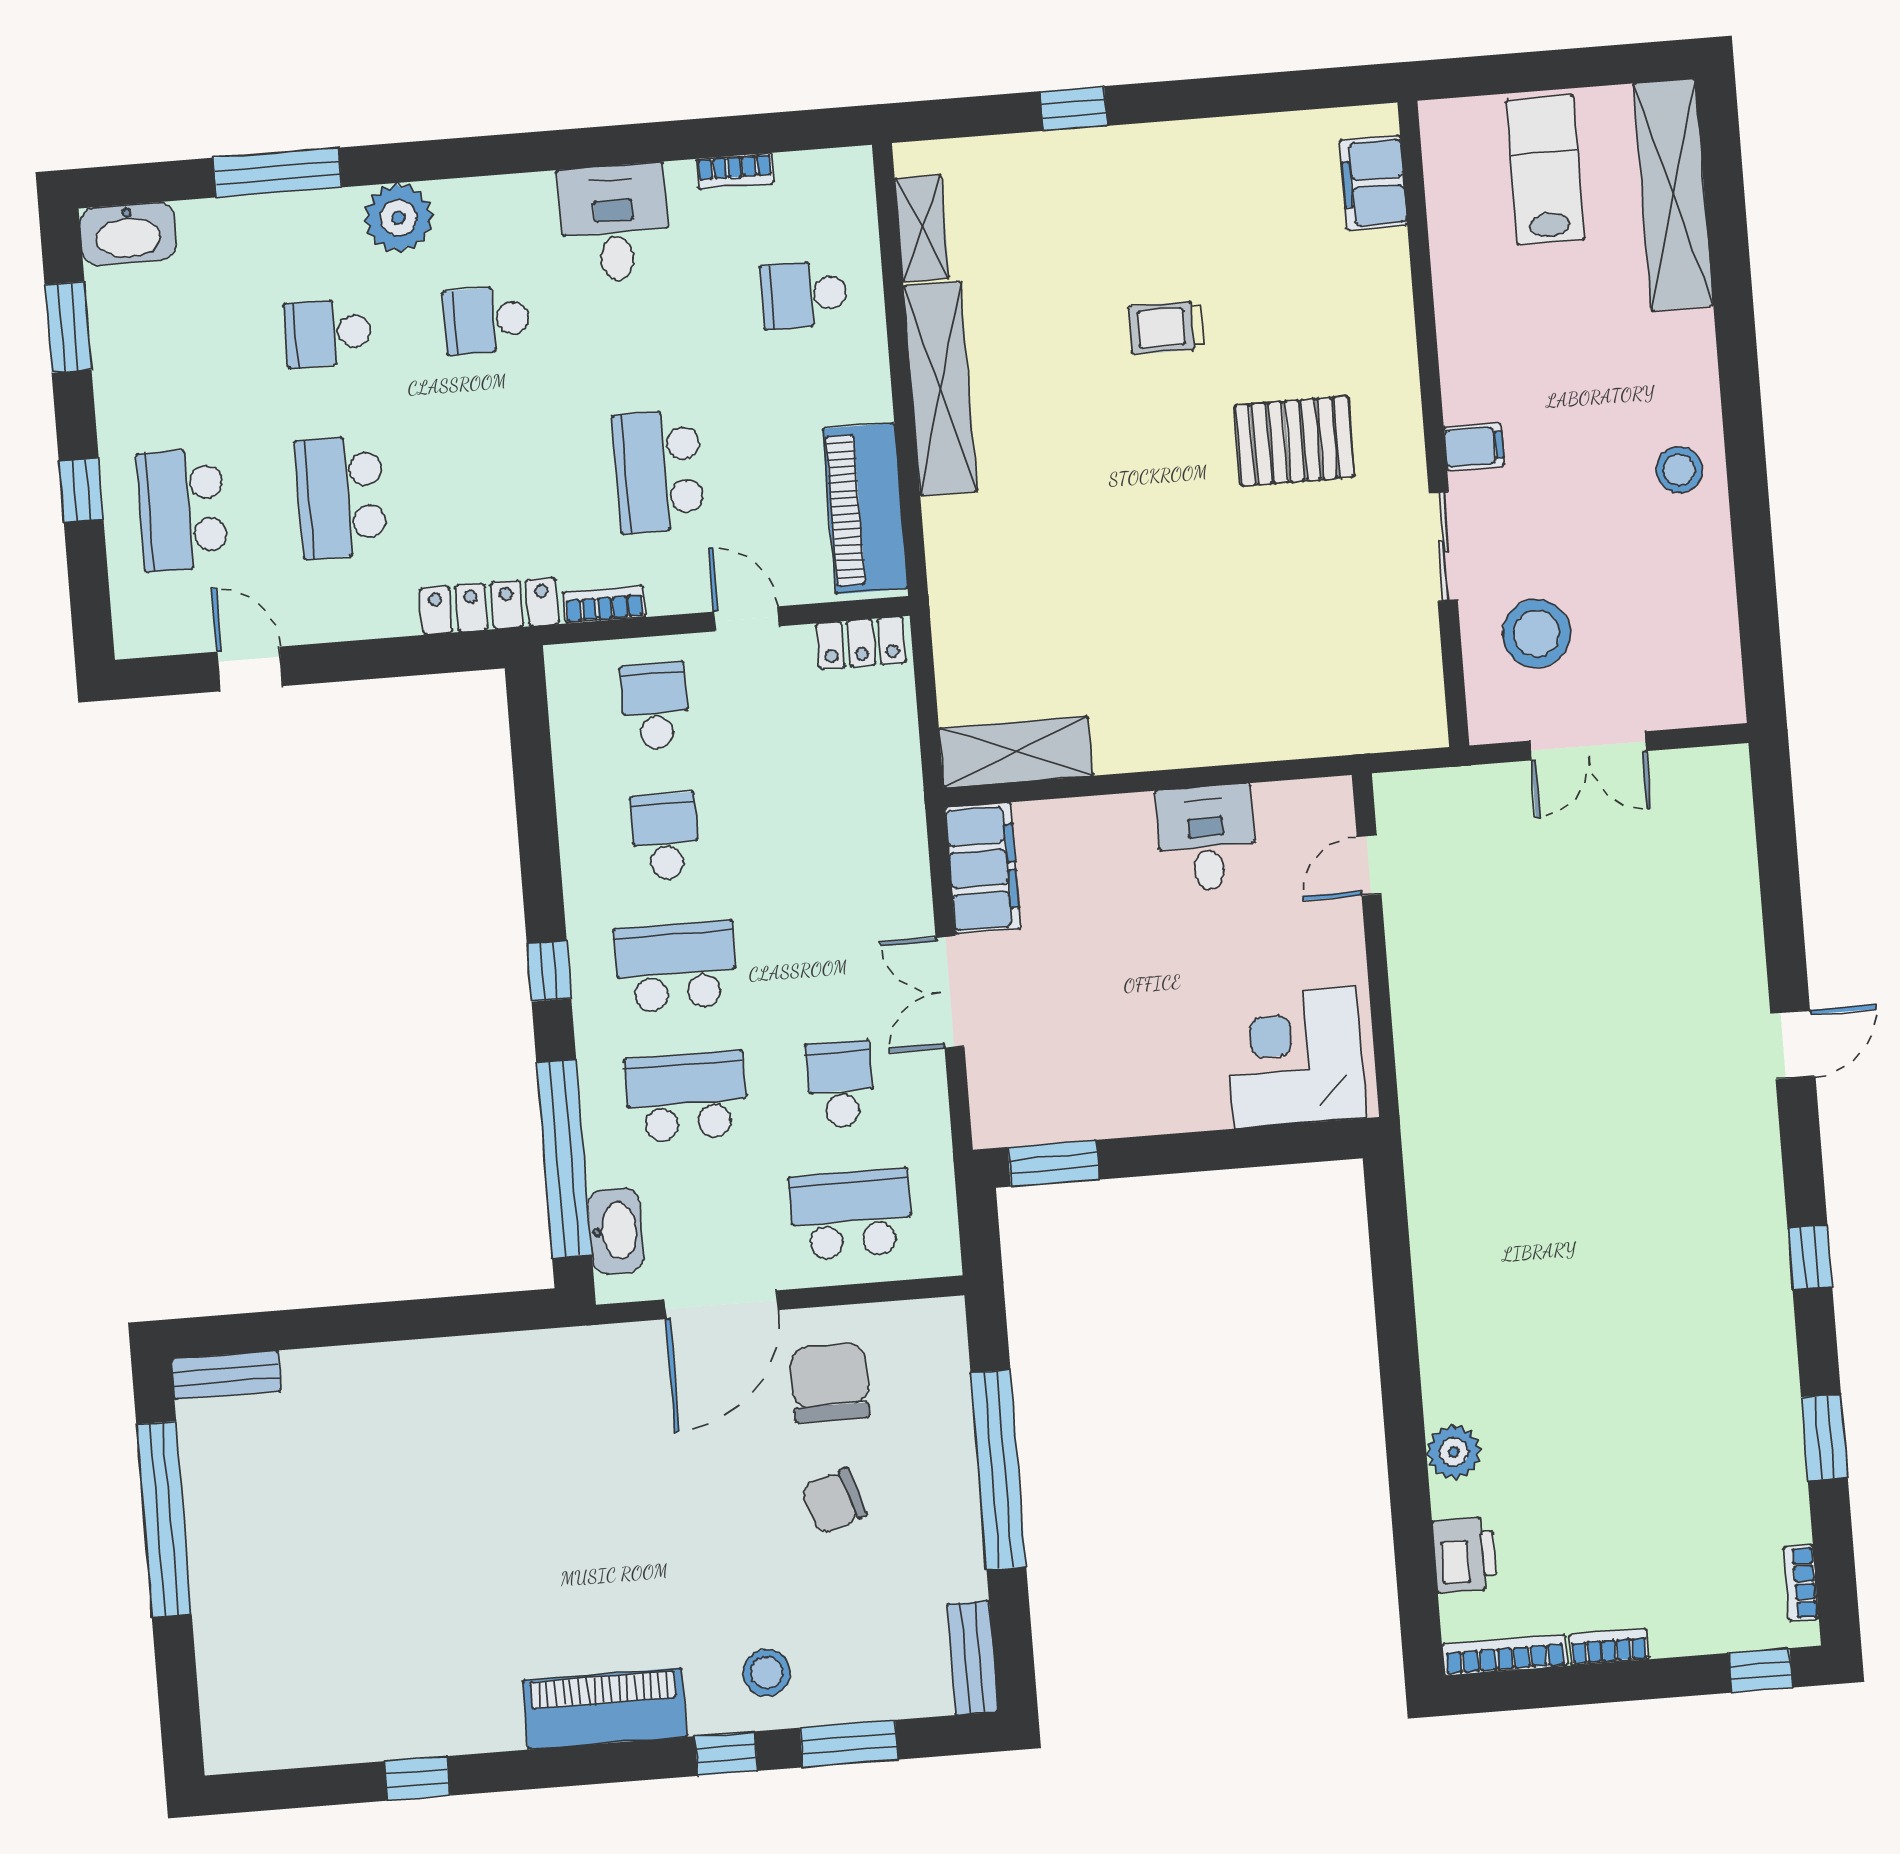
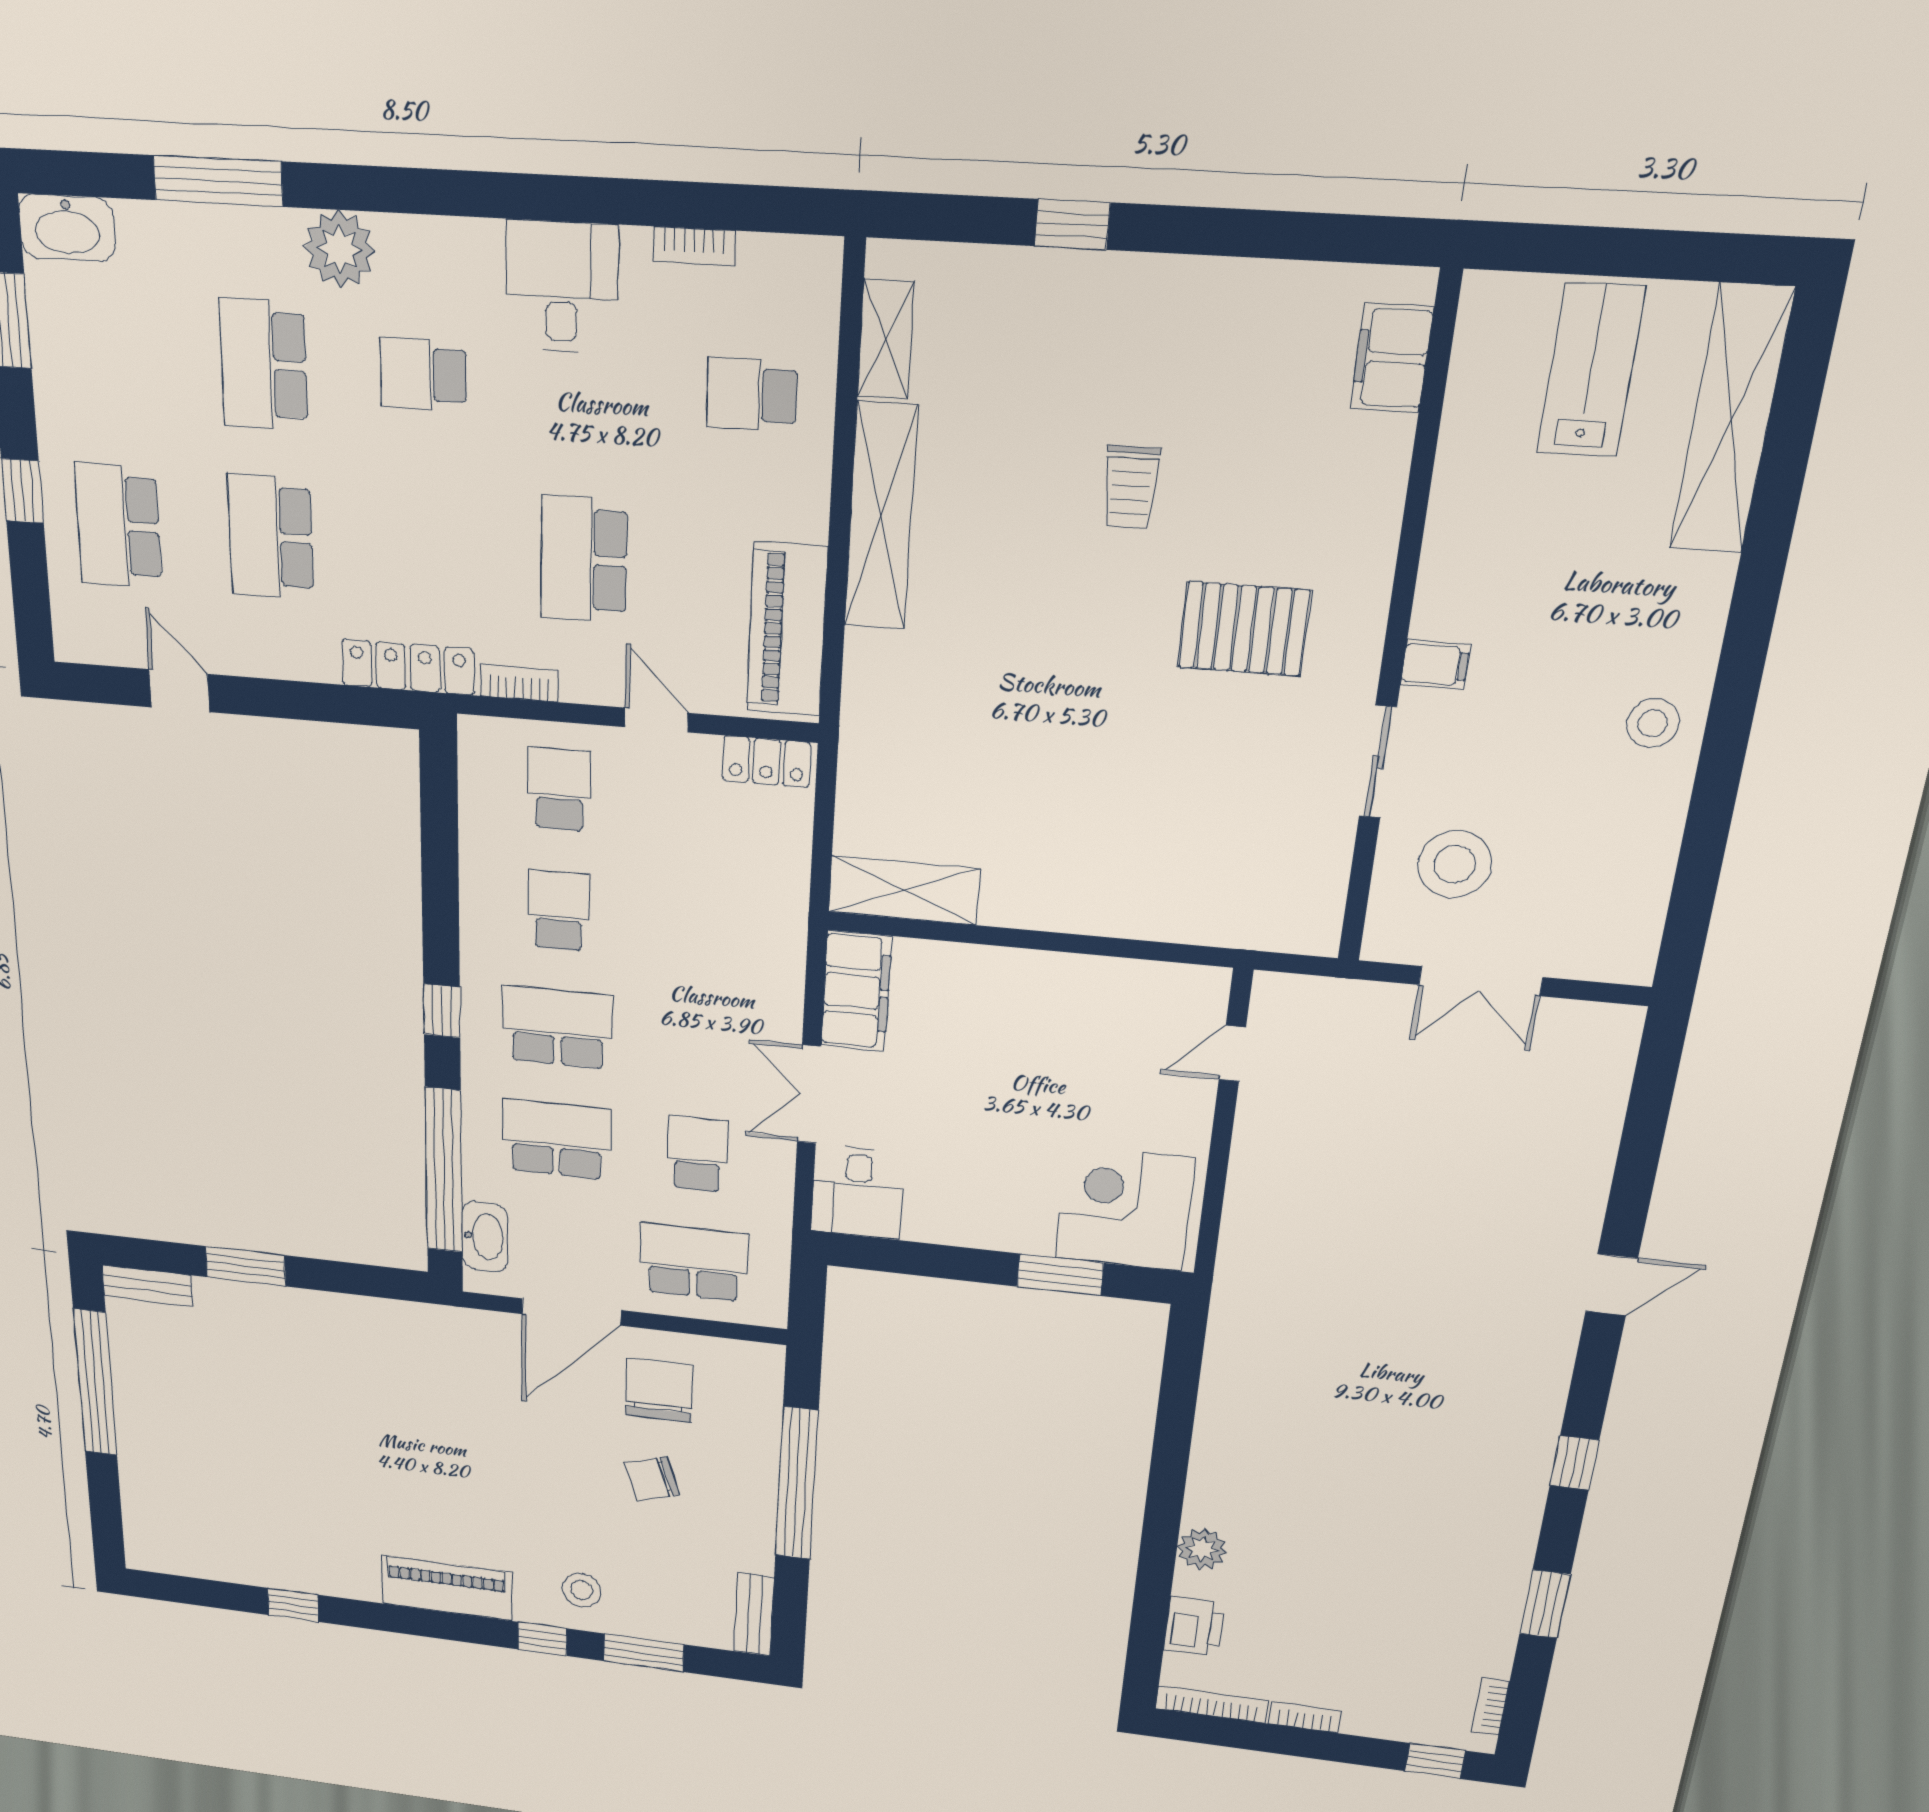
trolley: (1166, 328) -> (1131, 487), turned -90
school desk: (328, 333) -> (264, 364), width x1.85
desk: (1206, 838) -> (858, 1192), moved, turned 180
window: (1053, 1163) -> (1060, 1275), moved
window: (343, 1325) -> (246, 1266), added

